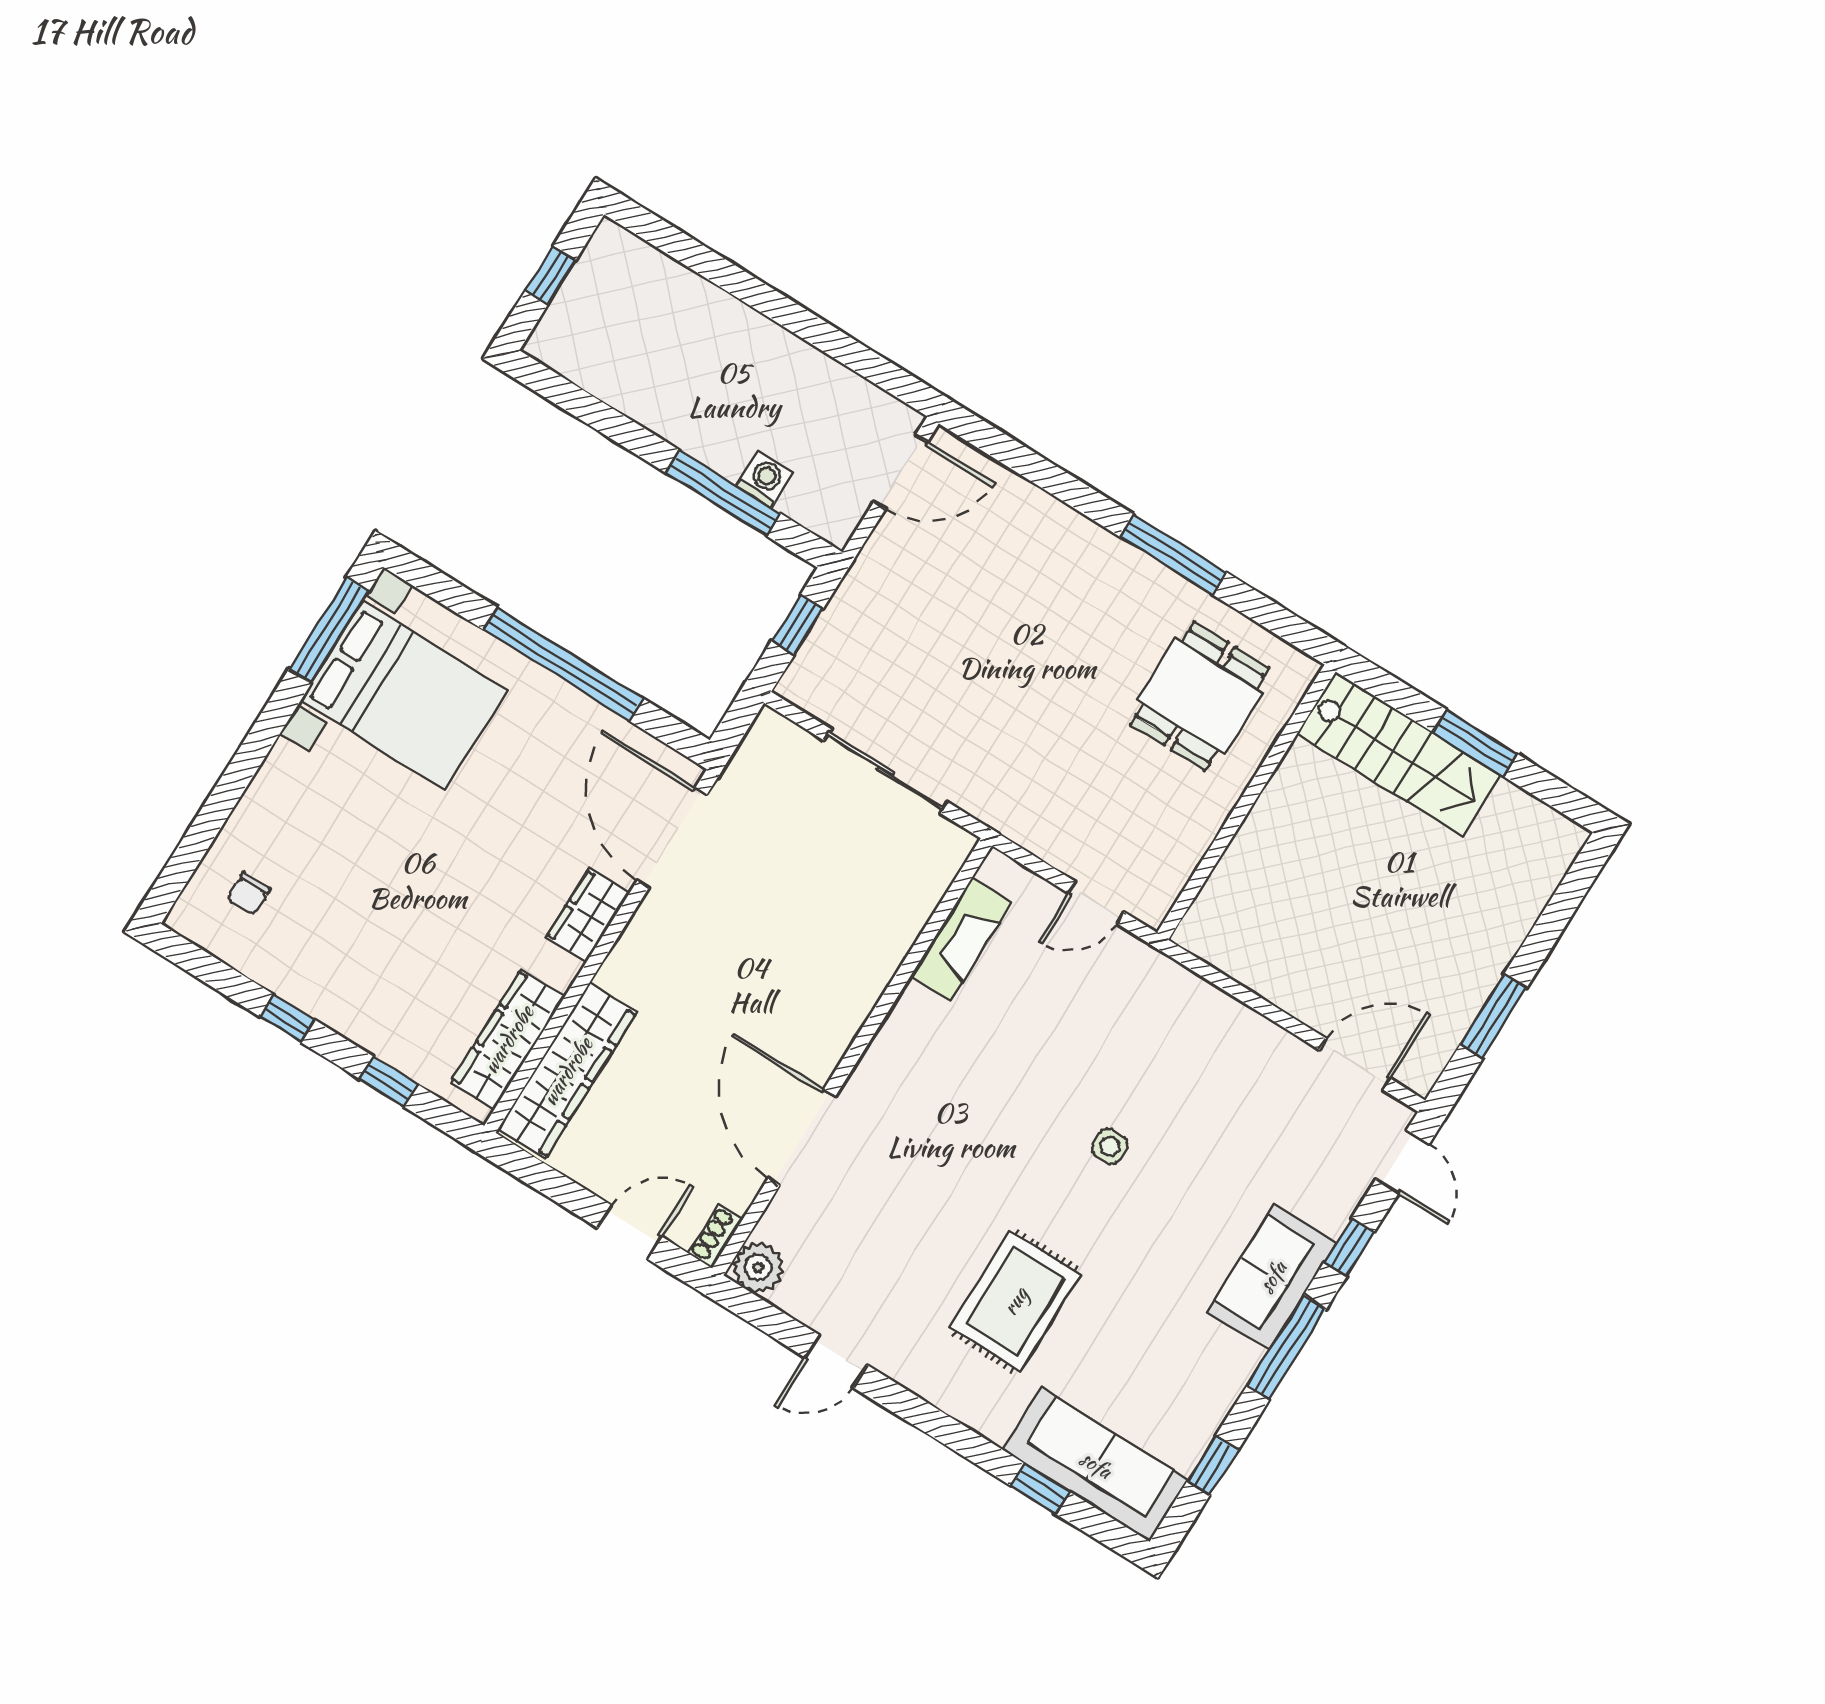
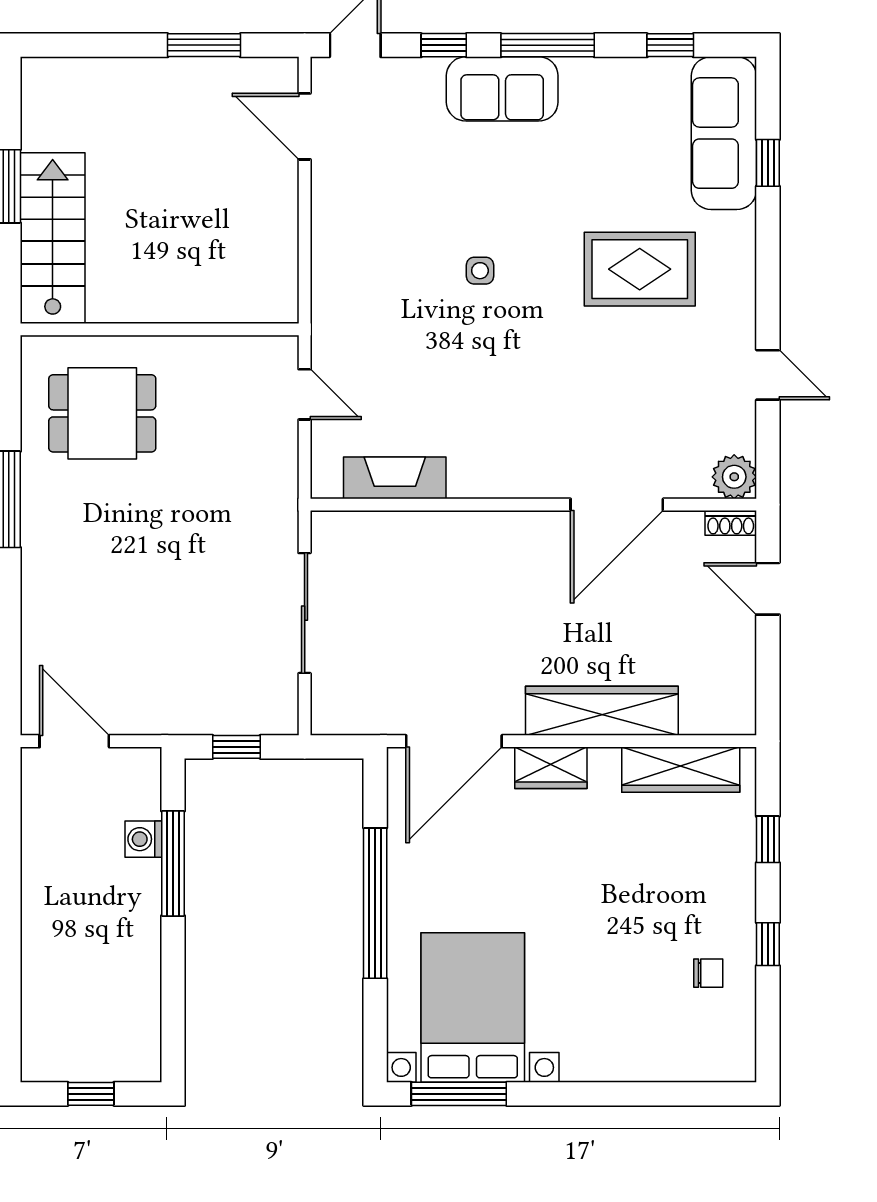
chair: (249, 894) -> (708, 973), moved
wardrobe: (567, 1071) -> (602, 711), moved

